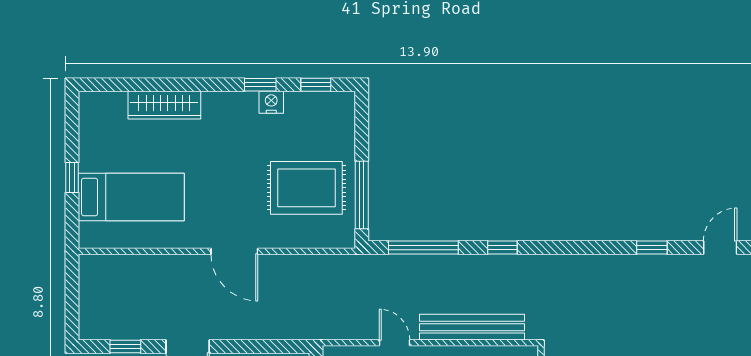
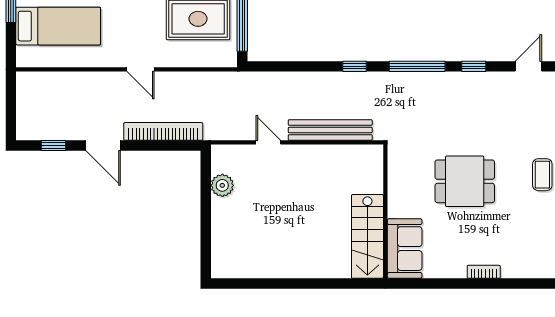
window: (423, 247) -> (417, 66), moved
door: (234, 251) -> (140, 69), width x0.73
bookcase: (263, 329) -> (163, 131), added

